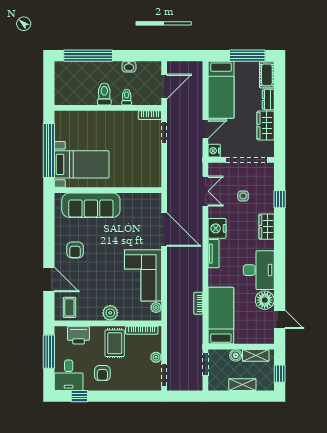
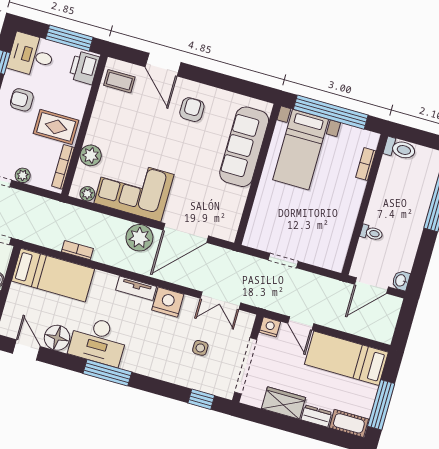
washbasin: (129, 67) -> (401, 280), moved
door: (164, 87) -> (371, 286), hinge flipped
toilet: (104, 94) -> (400, 149), moved
bookcase: (150, 115) -> (366, 164), moved
doorway: (164, 133) -> (283, 261), moved
window: (280, 199) -> (201, 399), moved
wardrobe: (267, 227) -> (152, 367), removed
armchair: (75, 250) -> (192, 110), turned 90
window: (280, 257) -> (107, 373), added
plant: (177, 262) -> (139, 238), added
door: (49, 280) -> (163, 65), hinge flipped
plant: (110, 313) -> (91, 155), moved
door: (280, 319) -> (26, 350), swing flipped
printer: (79, 335) -> (84, 68), moved

